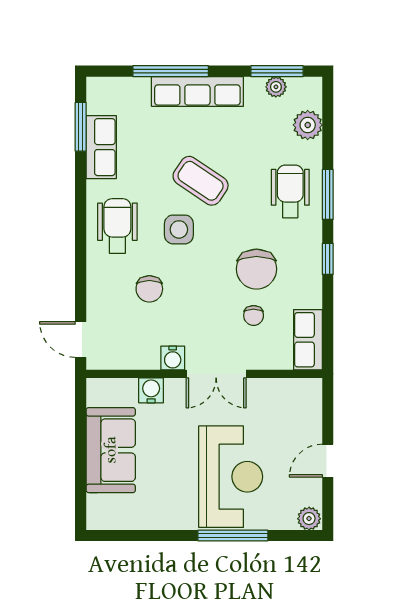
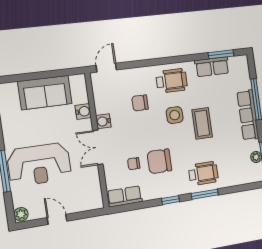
plant: (308, 125) -> (239, 177), removed
coffee table: (201, 181) -> (202, 123), turned -34

